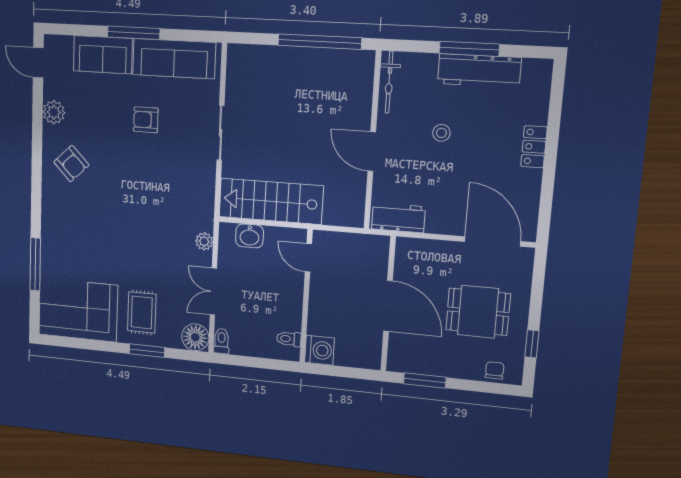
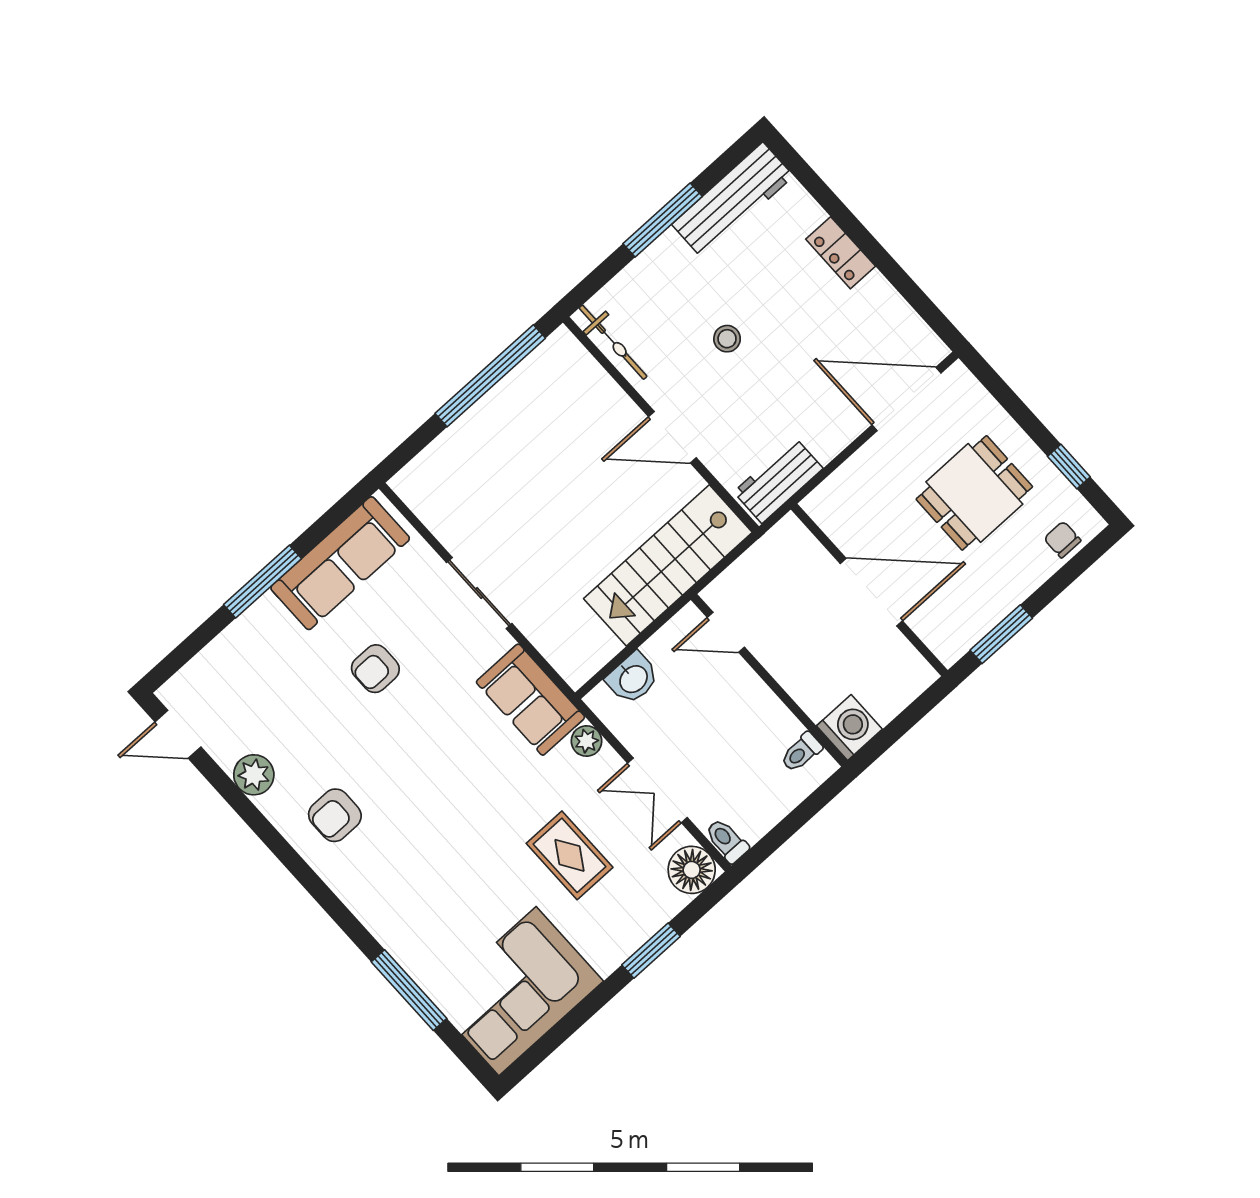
sofa: (103, 55) -> (531, 700), moved, turned 90
workbench: (479, 71) -> (733, 200), moved
armchair: (71, 164) -> (335, 815), turned 134
stairs: (271, 201) -> (668, 565), moved
rug: (142, 312) -> (570, 855), moved

